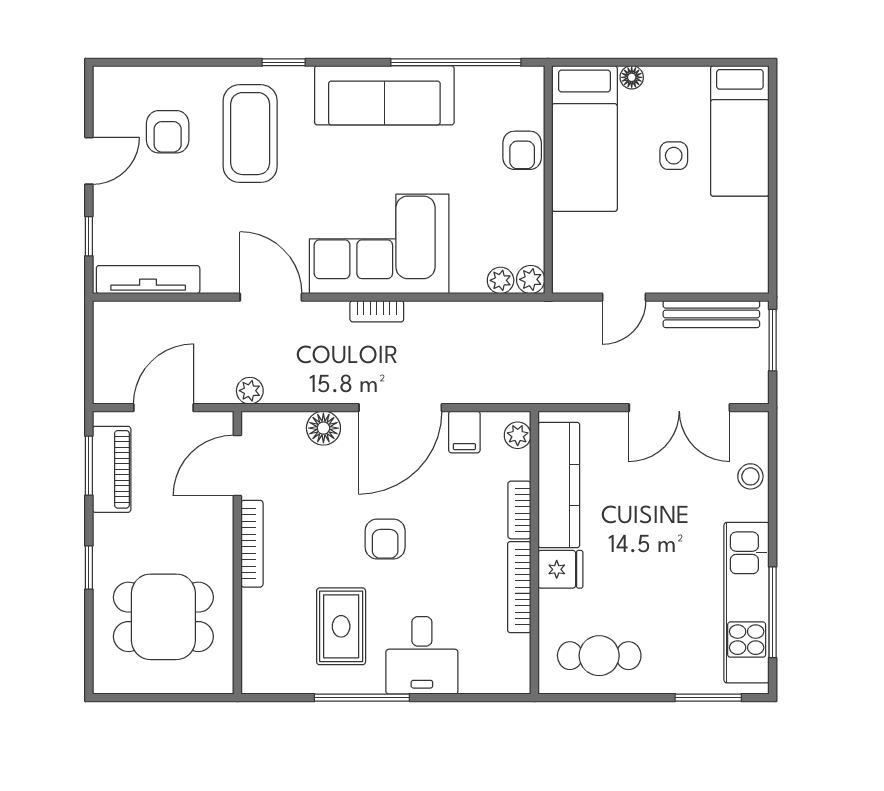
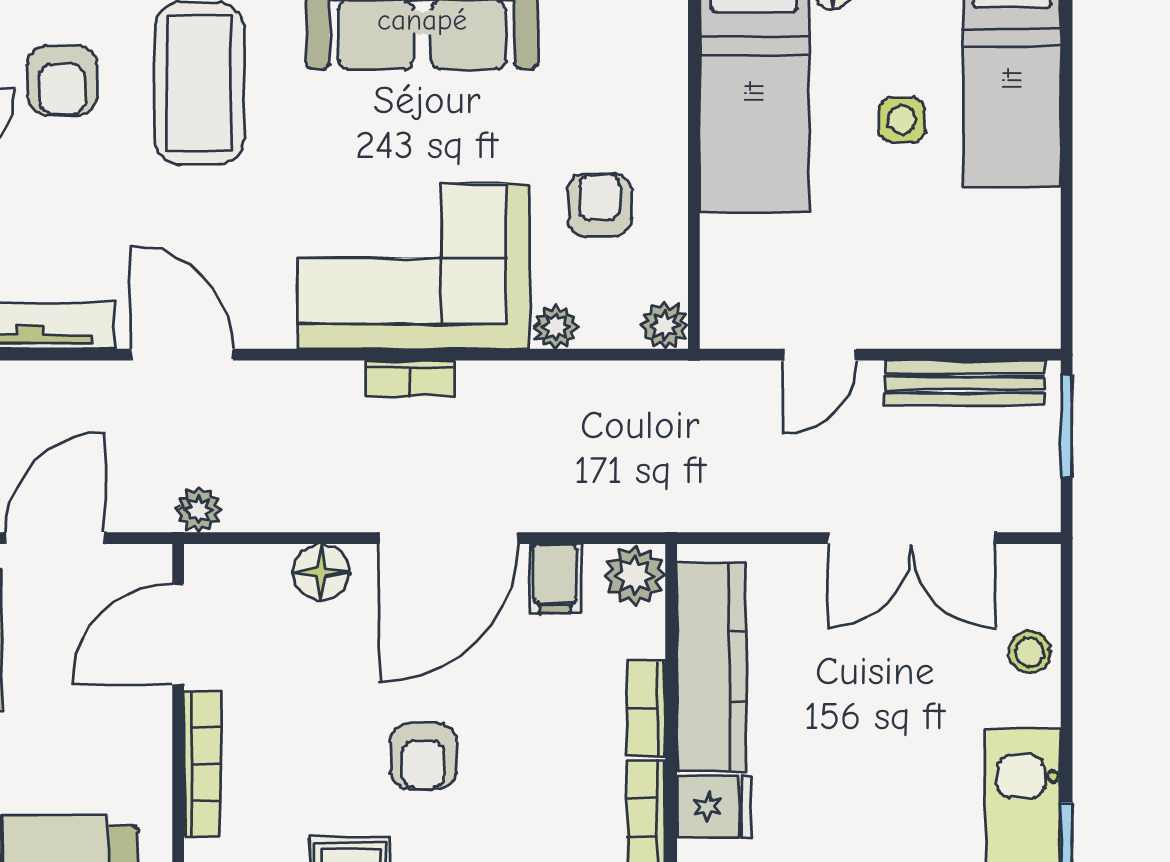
armchair: (522, 150) -> (600, 205), moved, turned 180
plant: (501, 280) -> (556, 327), moved
door: (271, 297) -> (182, 355), moved
plant: (518, 435) -> (635, 576), width x1.38, depth x1.38

